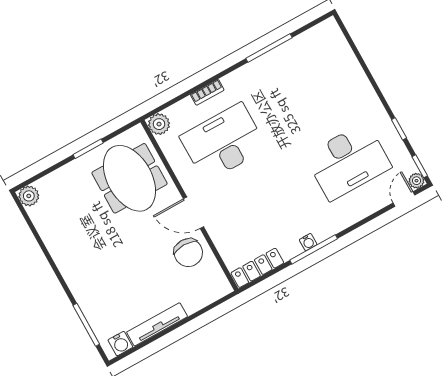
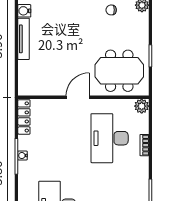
desk: (223, 142) -> (110, 138), turned 180
chair: (188, 253) -> (111, 10), moved, width x0.54, depth x0.54

